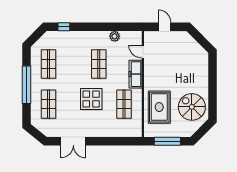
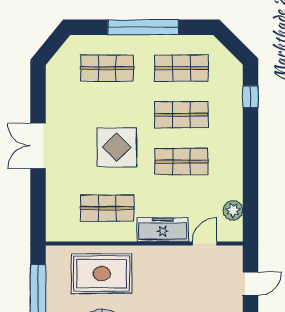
plant: (115, 36) -> (233, 210), moved
shop shelf: (74, 64) -> (181, 115), added
double door: (73, 141) -> (38, 146), moved

